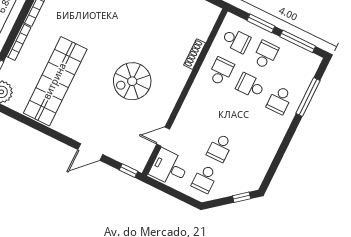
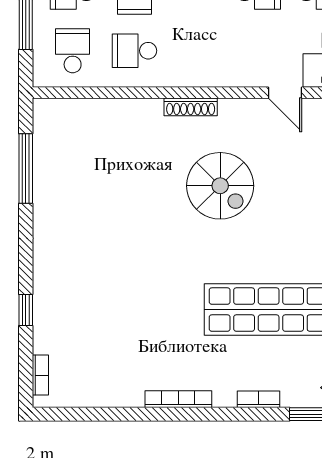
bookcase: (19, 42) -> (258, 399), width x0.64
shoe rack: (195, 54) -> (191, 107), moved

